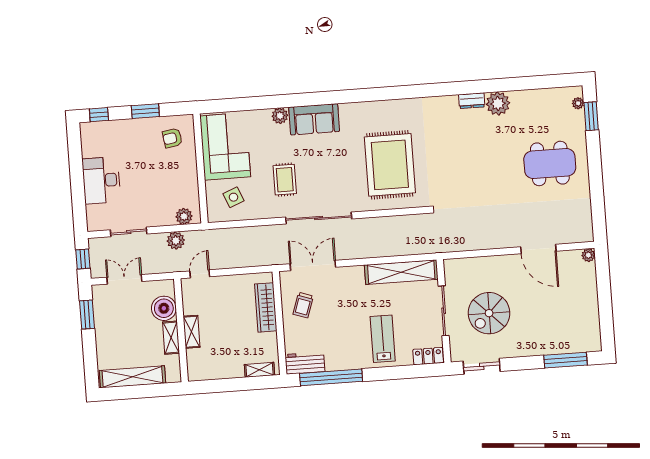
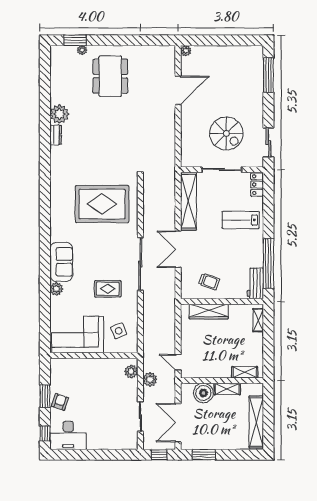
plant: (578, 103) -> (82, 50), moved
armchair: (172, 138) -> (60, 402), moved, turned -152
desk: (101, 180) -> (68, 435), moved
double door: (313, 266) -> (178, 249), moved
double door: (124, 279) -> (178, 423), width x1.37
shelving: (191, 332) -> (245, 372), moved

